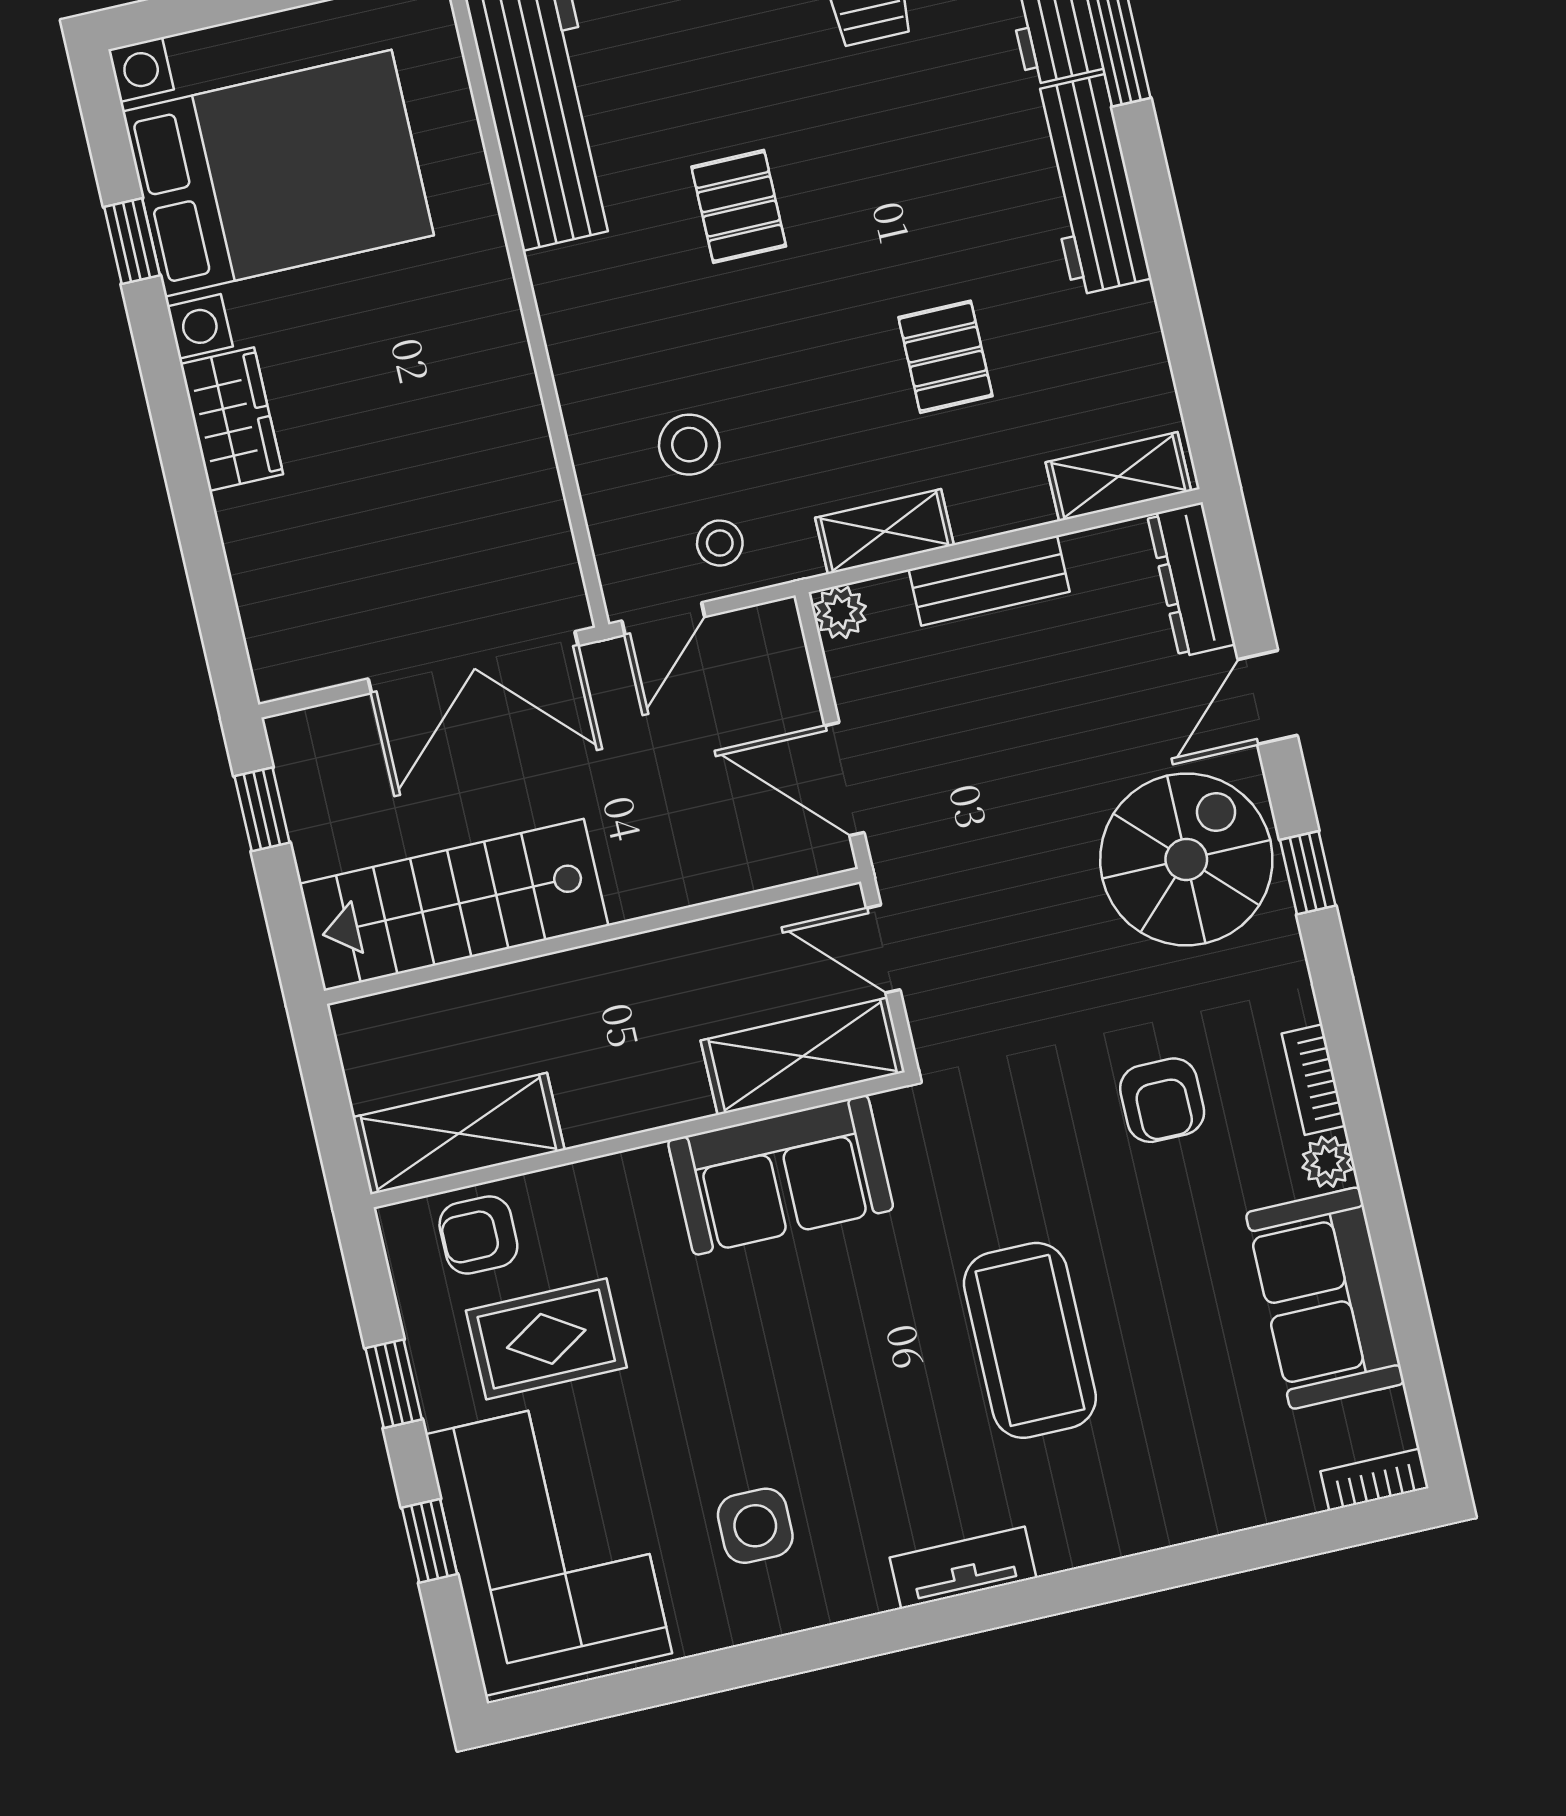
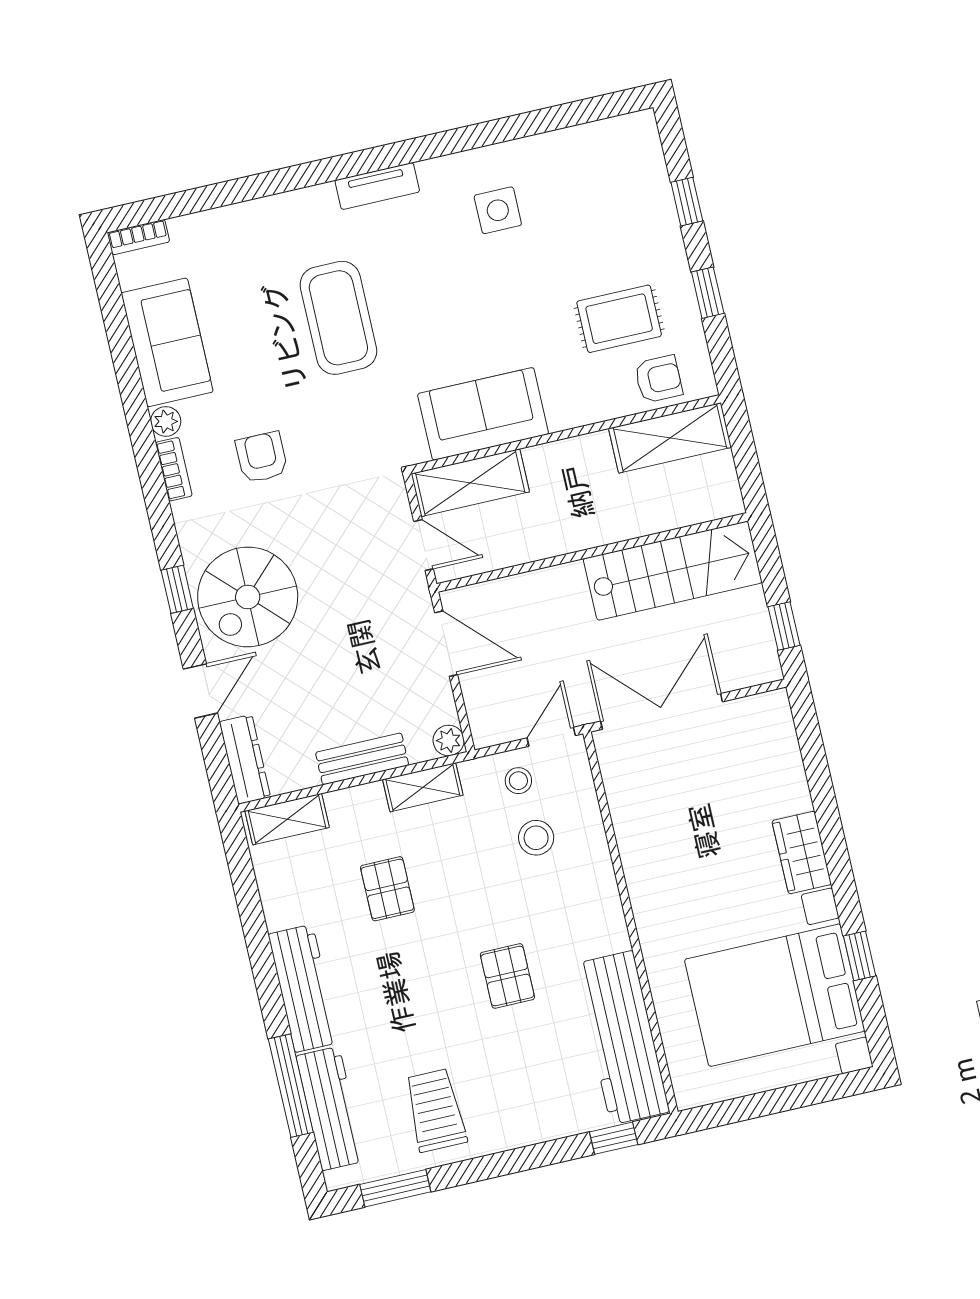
corner sofa: (549, 1544) -> (618, 200), removed

